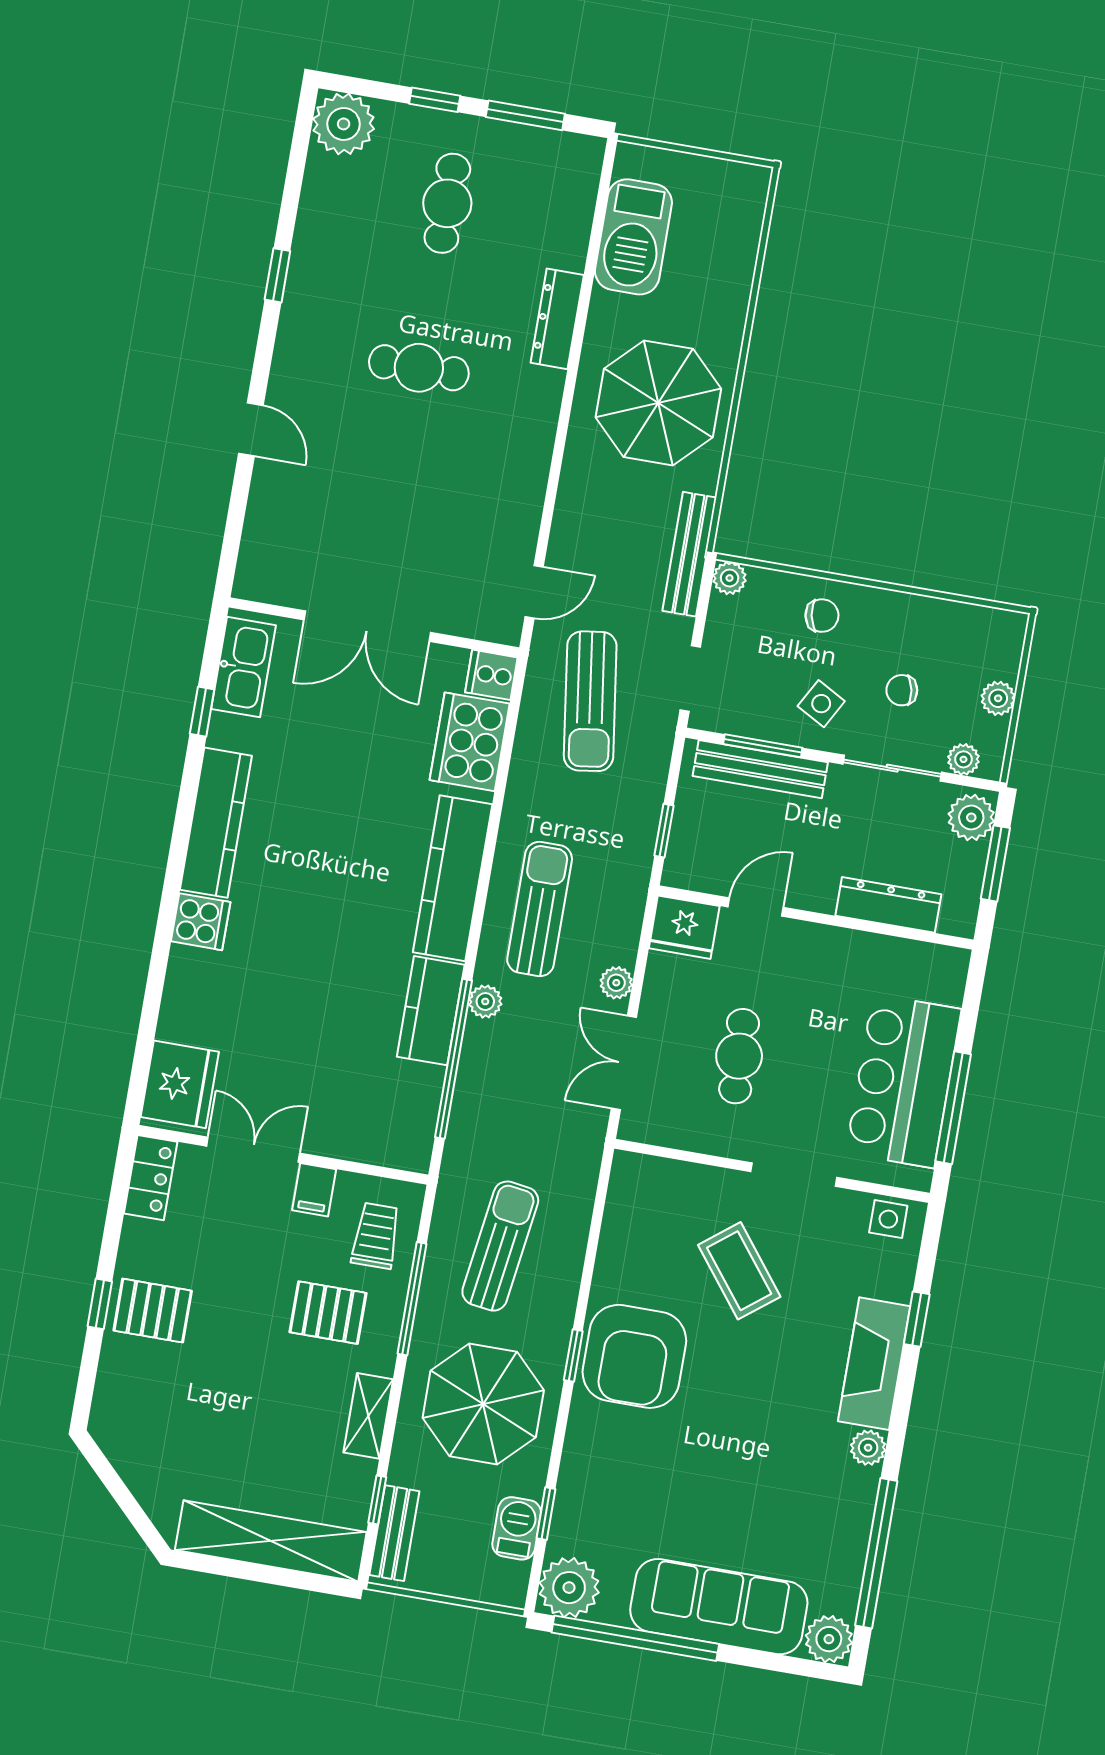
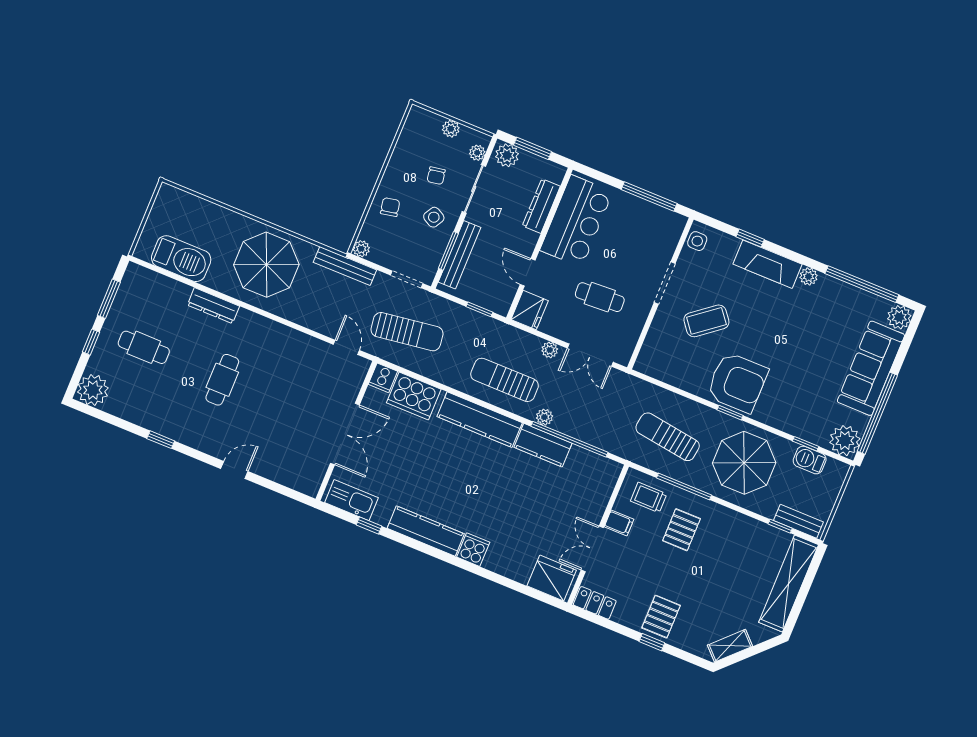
bar counter: (904, 1081) -> (576, 221), moved, turned -90
shelving: (368, 1416) -> (730, 646), moved, turned -45

